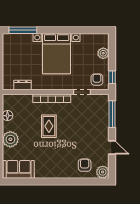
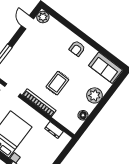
door: (112, 147) -> (28, 22), moved
armchair: (85, 165) -> (77, 48), moved

